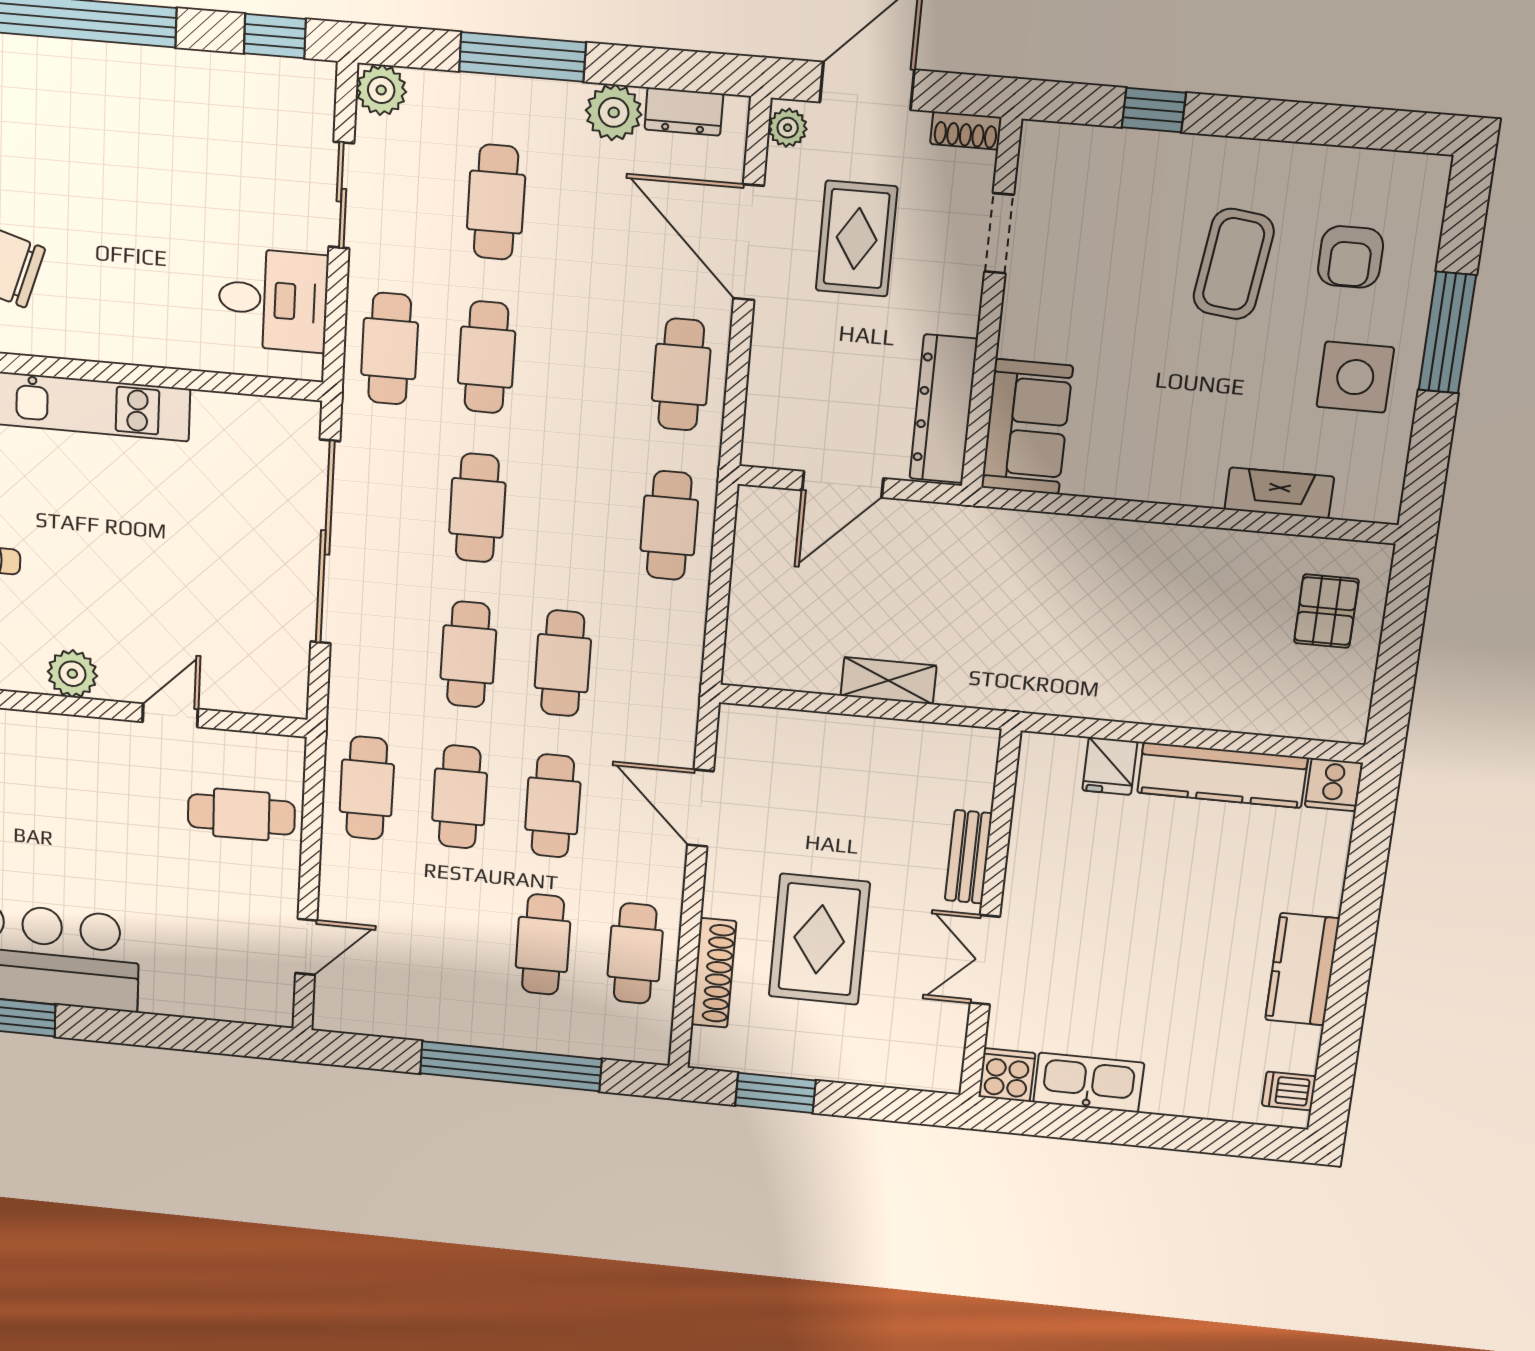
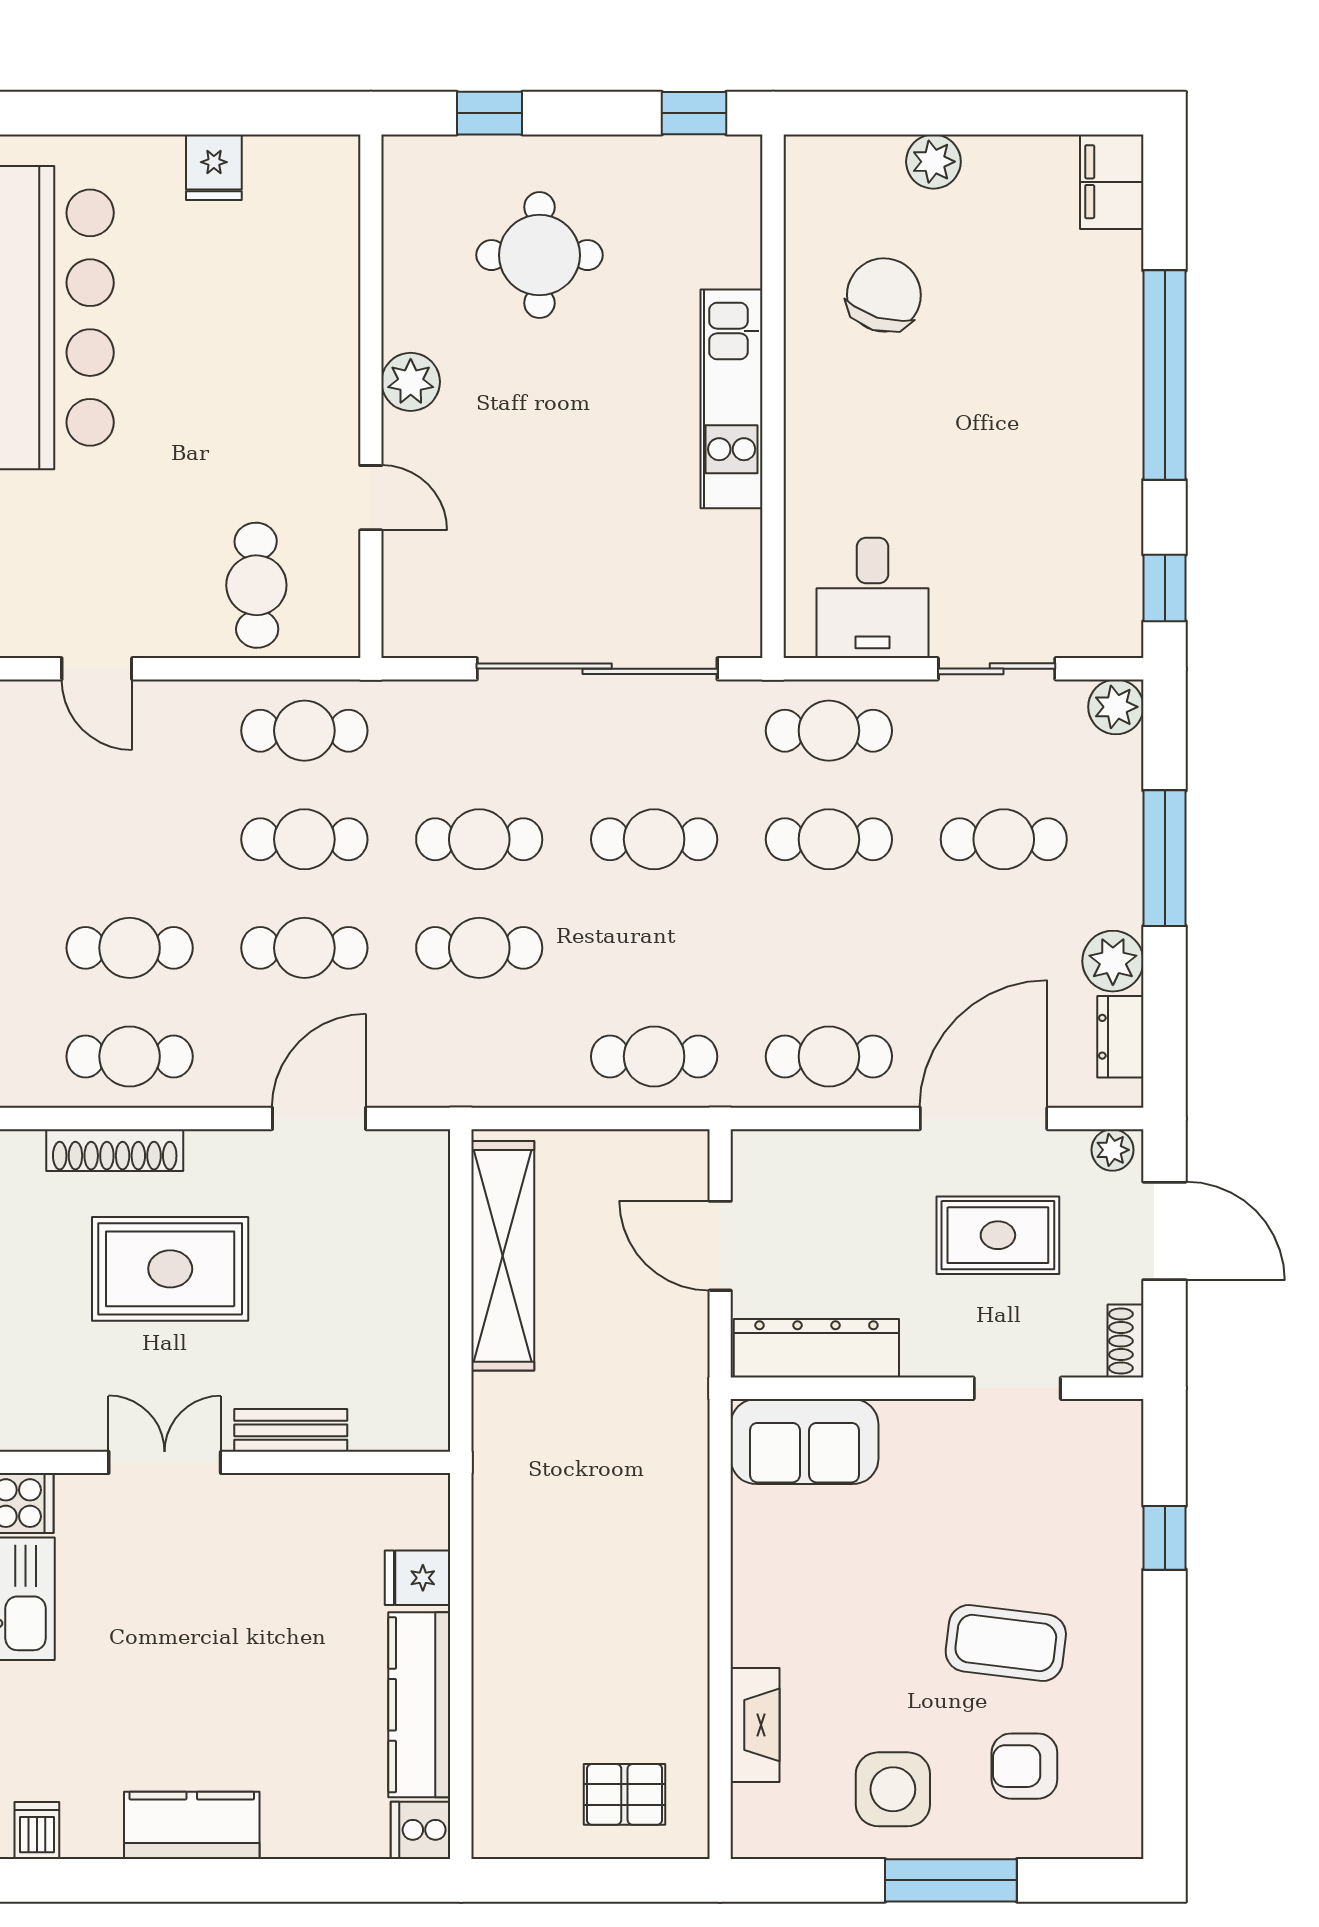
shelving: (889, 681) -> (503, 1256), width x2.20, depth x1.33

